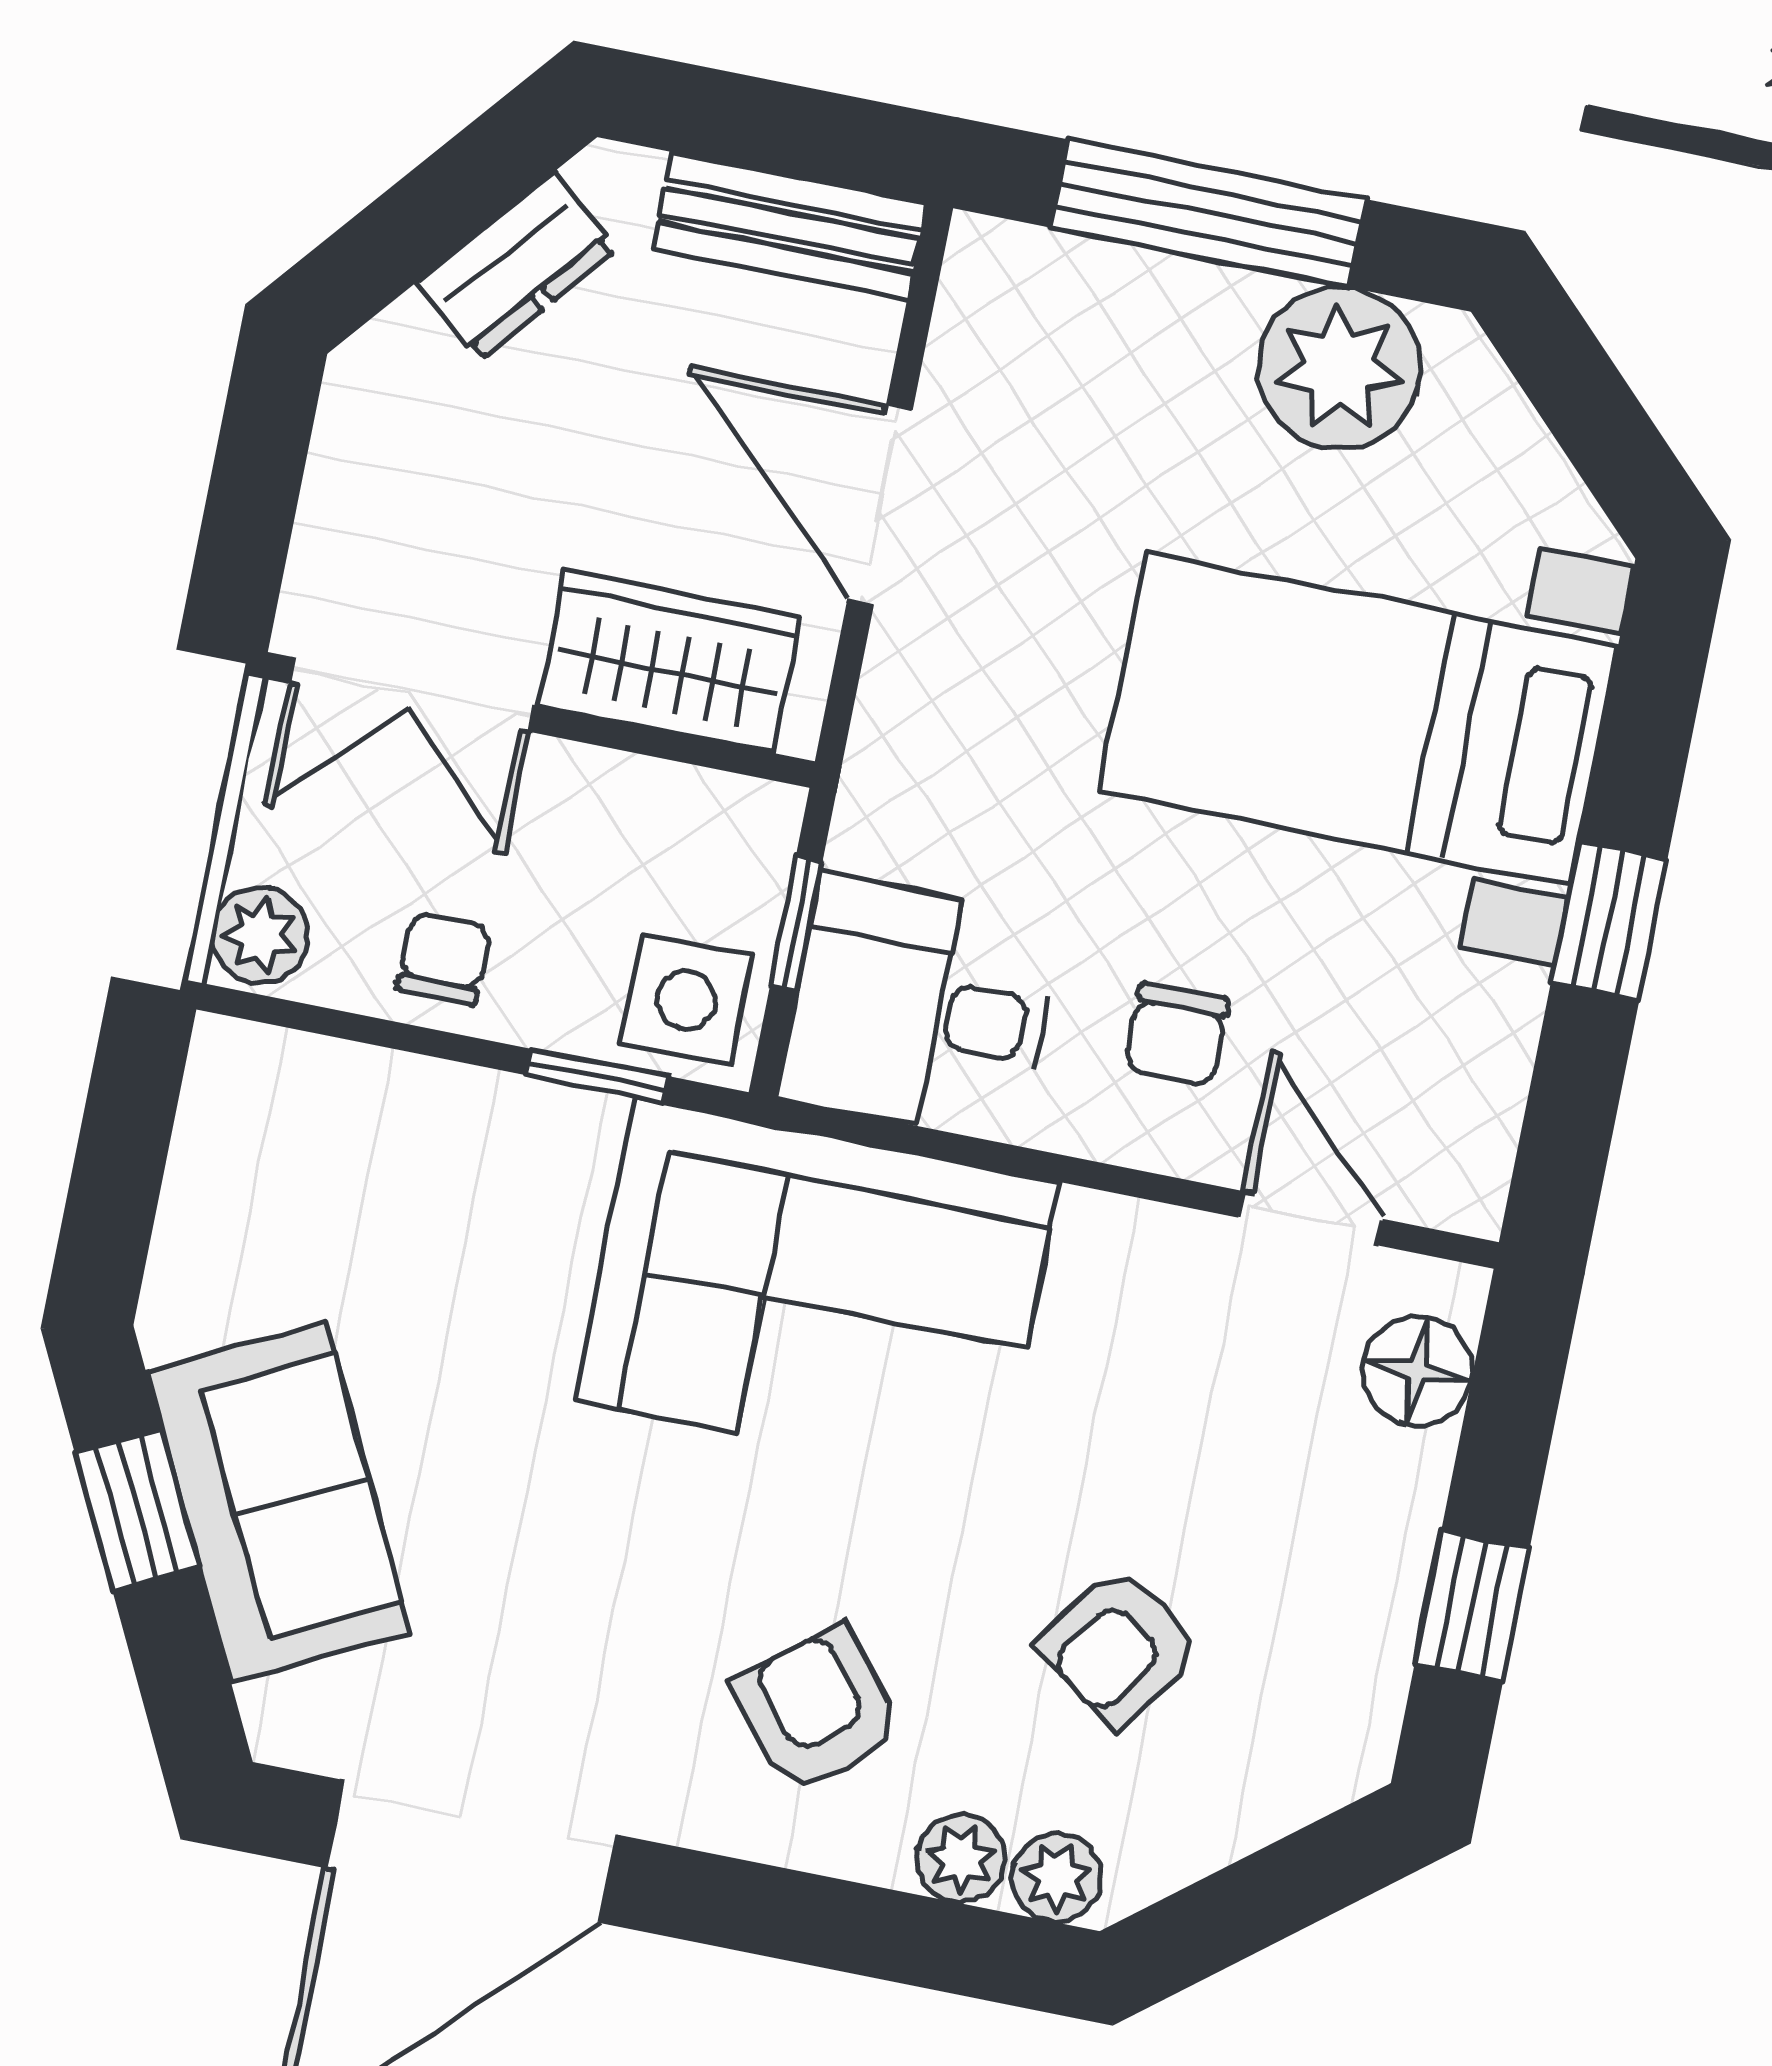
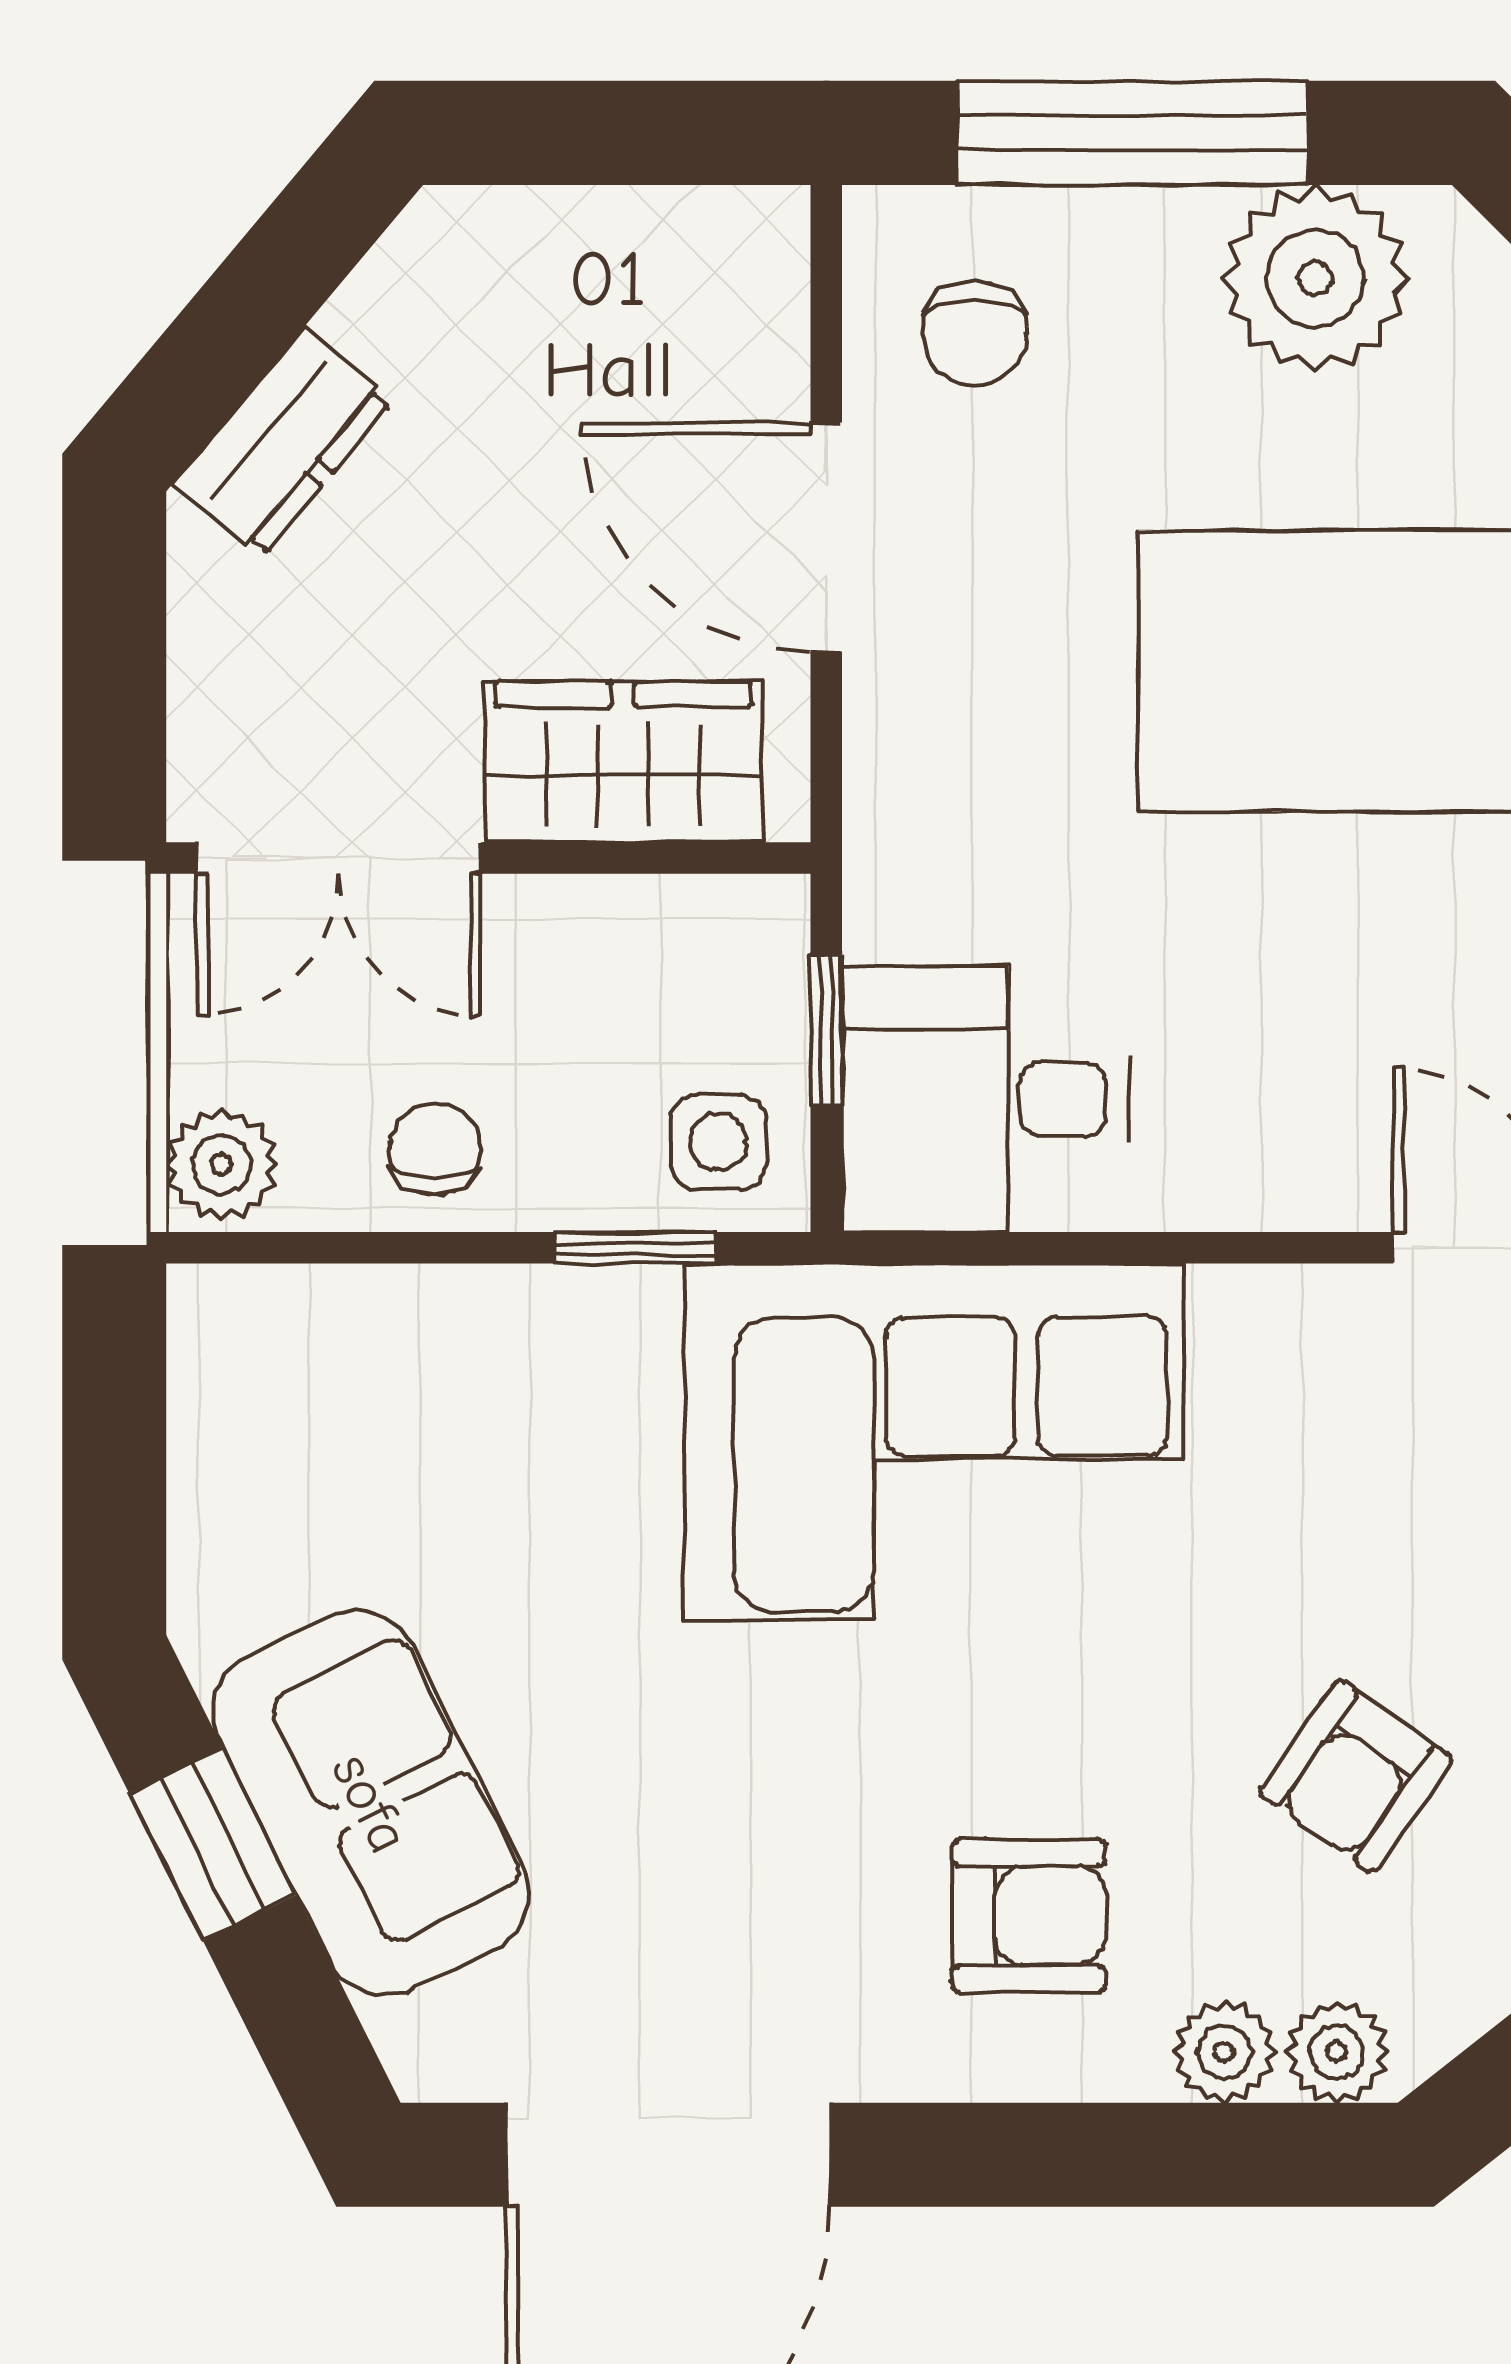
bench: (789, 226) -> (661, 242), removed
dresser: (517, 266) -> (283, 442), moved
side table: (686, 1000) -> (719, 1142), width x0.73, depth x0.73
chair: (1176, 1035) -> (975, 333), moved
armchair: (818, 1710) -> (1029, 1916), turned 129

